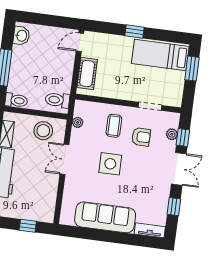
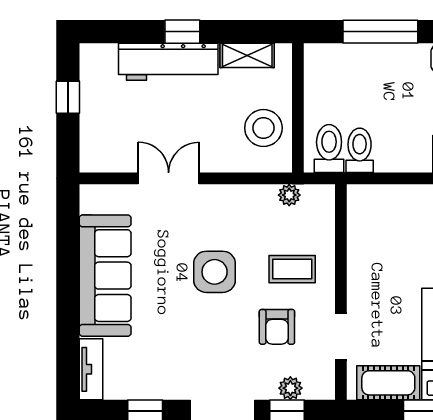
cot: (87, 73) -> (388, 383), moved
toilet: (16, 100) -> (360, 150), moved, turned 180
double door: (64, 159) -> (169, 178), moved
window: (28, 226) -> (68, 97), moved

